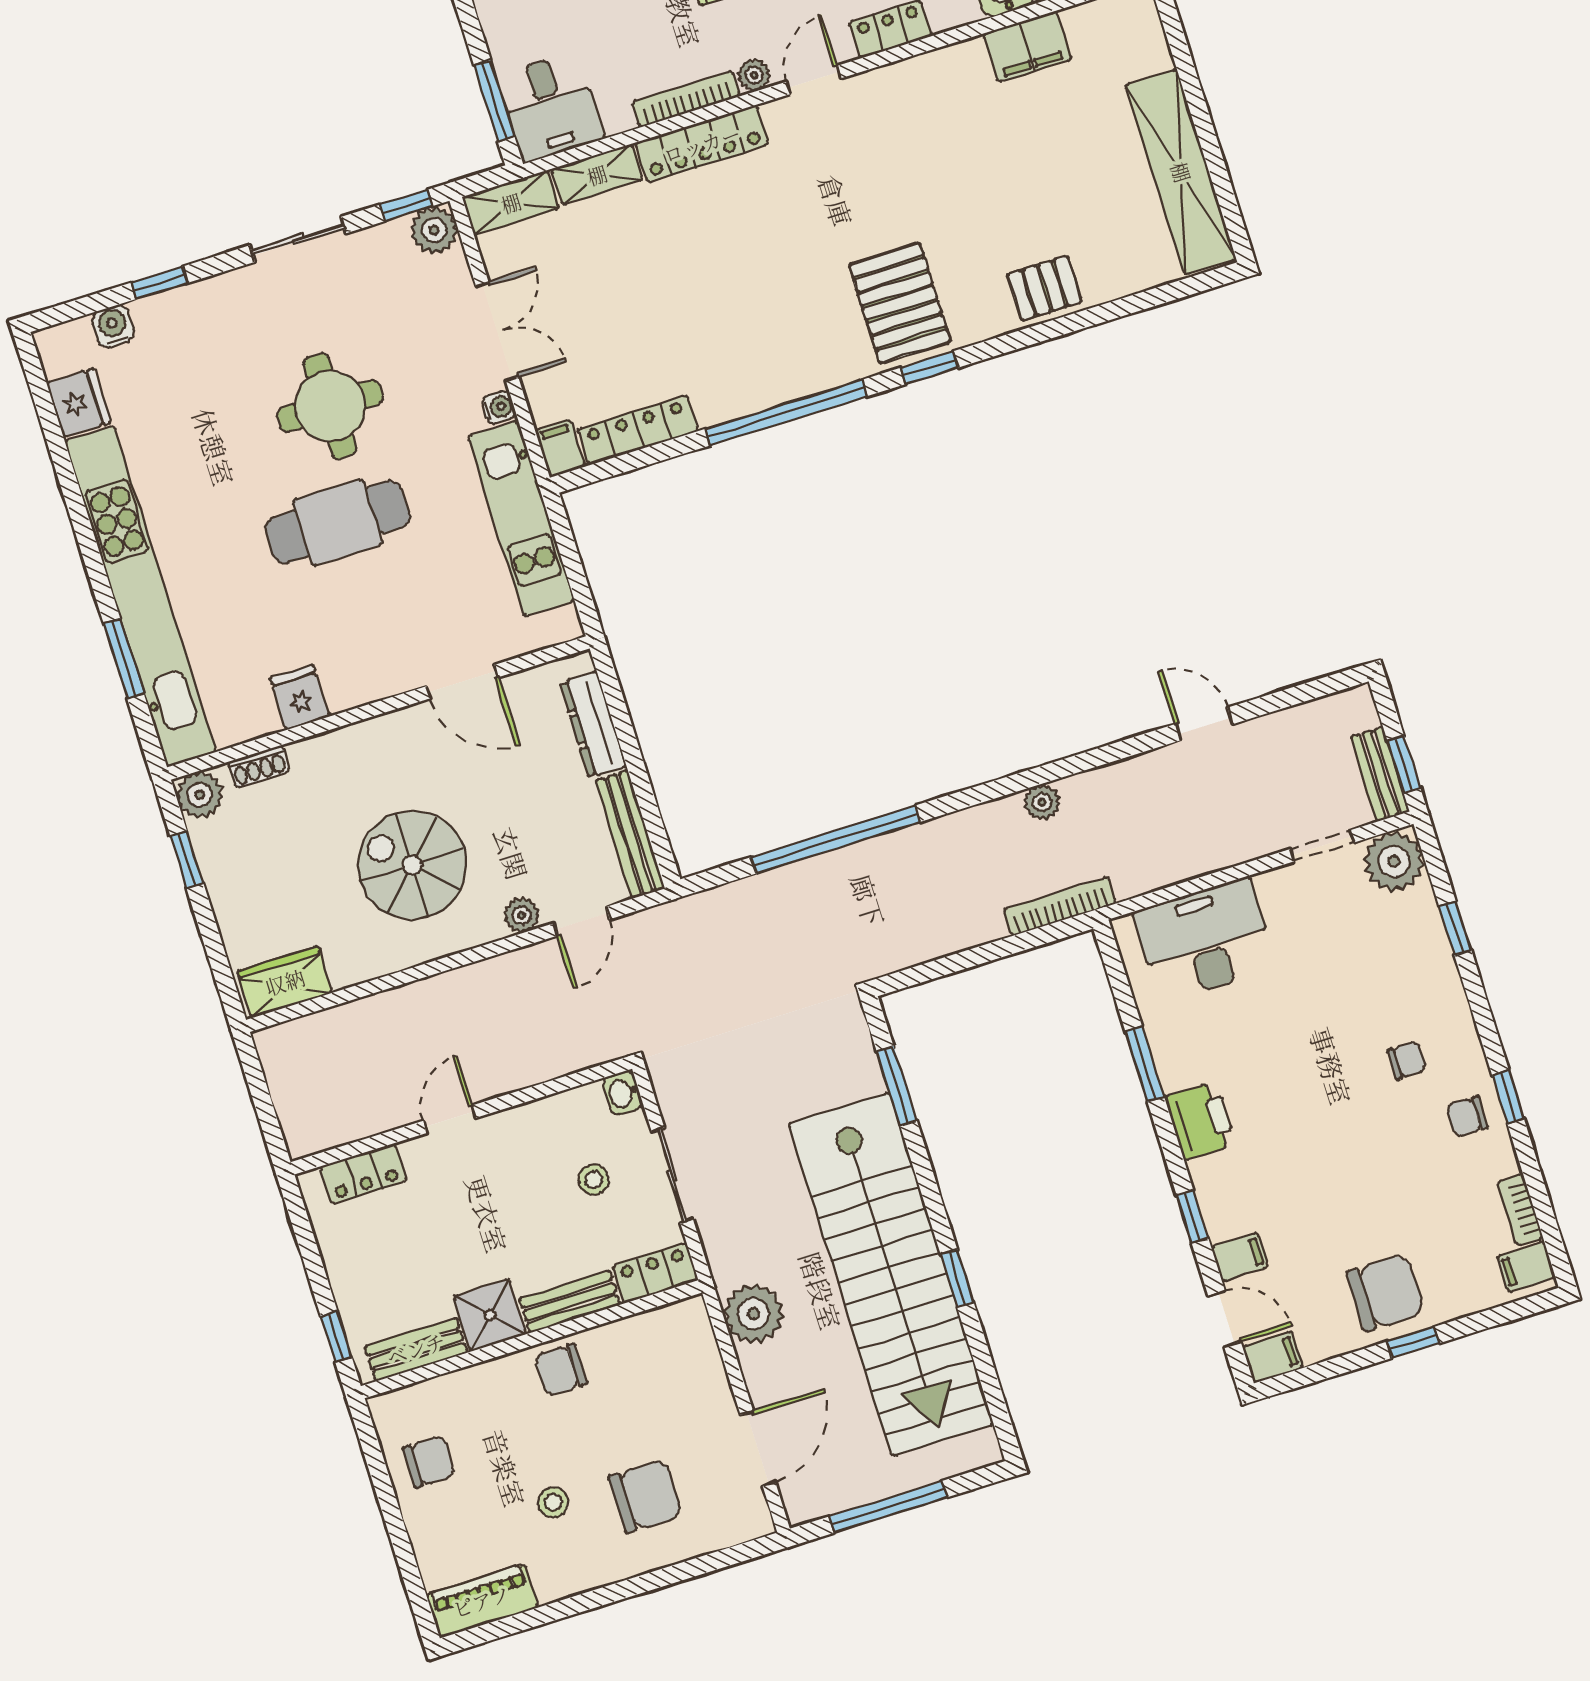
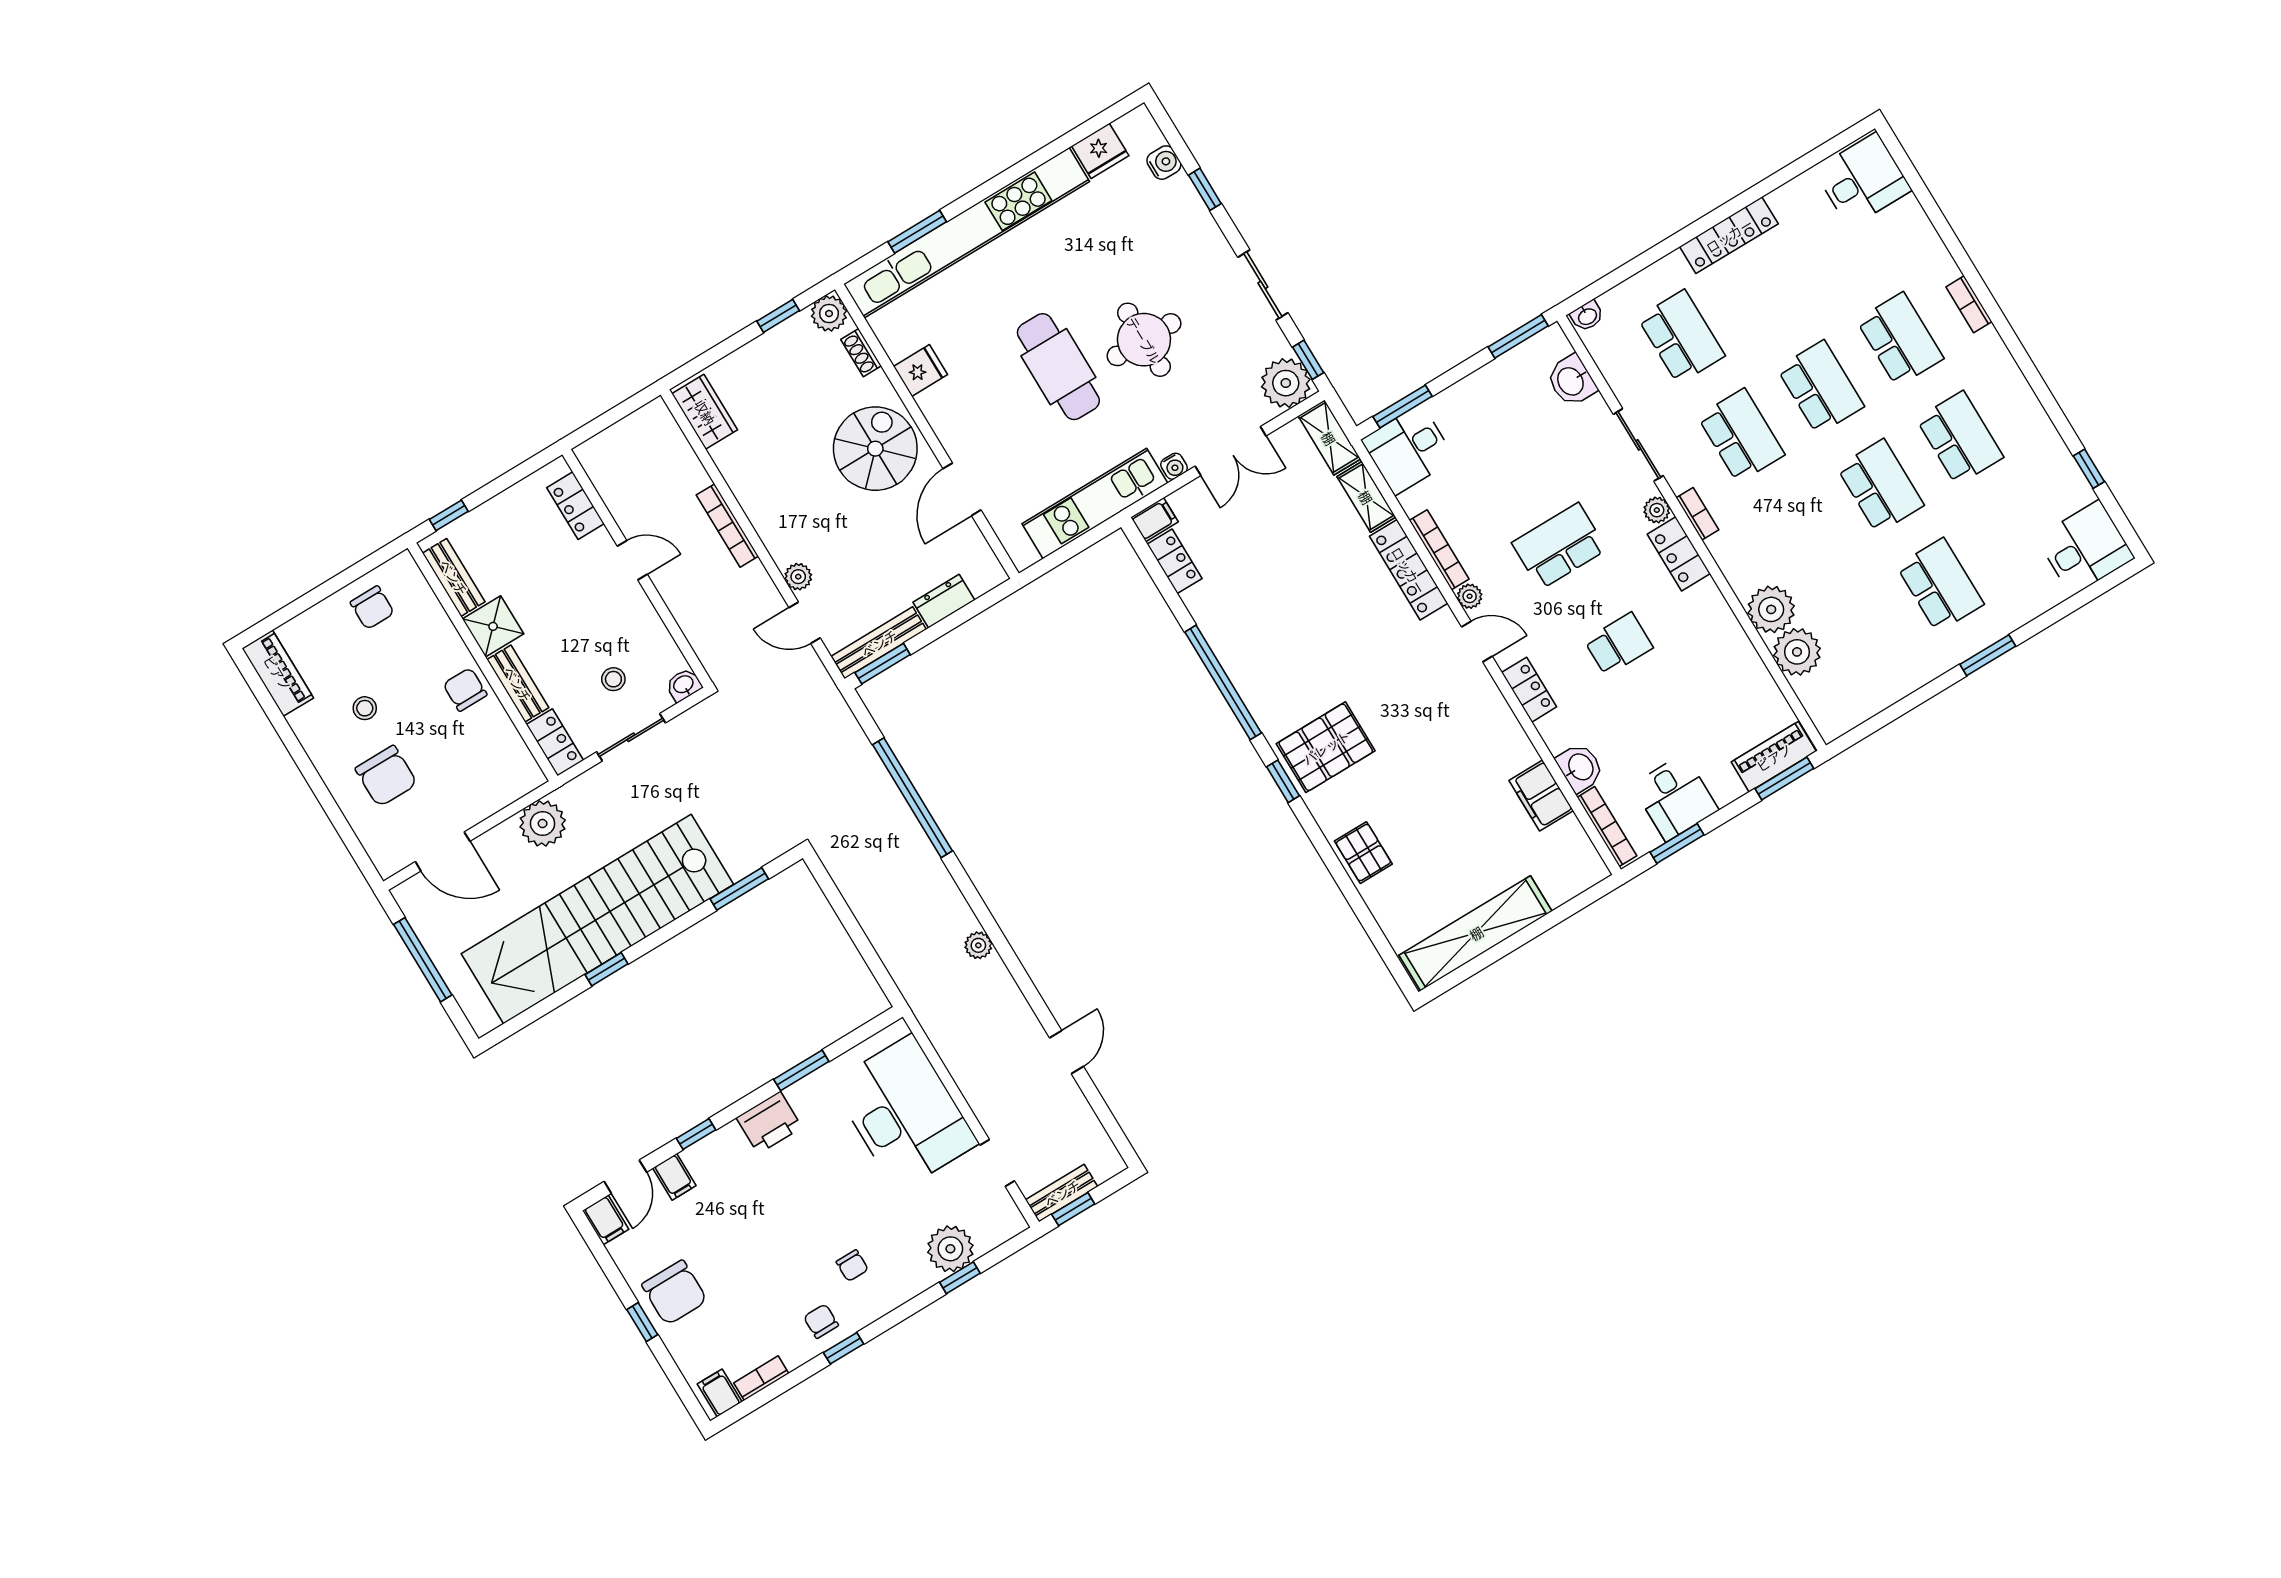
plant: (434, 230) -> (1286, 383), width x1.36, depth x1.36
locker: (638, 430) -> (1175, 561), width x0.66
dresser: (593, 725) -> (944, 601), width x0.70
window: (657, 836) -> (883, 664), added
plant: (1394, 861) -> (950, 1249), moved
spiral stairs: (412, 865) -> (875, 449), moved
bookcase: (1060, 906) -> (727, 526), moved, turned 180
desk: (1205, 940) -> (905, 1113), width x1.36, depth x1.30

